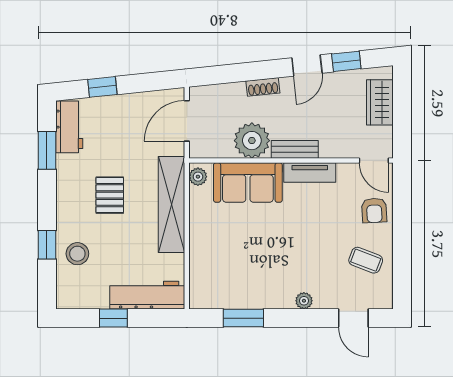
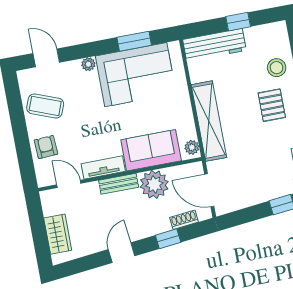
window: (346, 61) -> (168, 239), moved
shoe rack: (263, 87) -> (184, 220), moved
door: (187, 121) -> (209, 190), swing flipped
door: (374, 161) -> (69, 184), moved
pallet: (110, 195) -> (272, 105), moved
coffee table: (366, 260) -> (45, 106), width x1.36, depth x1.30
corner sofa: (249, 277) -> (136, 75), added

